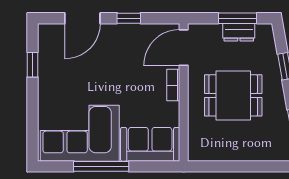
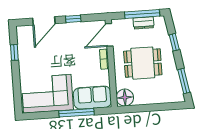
window: (238, 18) -> (142, 14), width x1.44
floor lamp: (201, 148) -> (125, 98), added
window: (101, 166) -> (76, 113), moved

